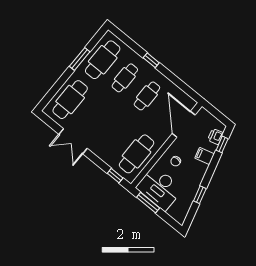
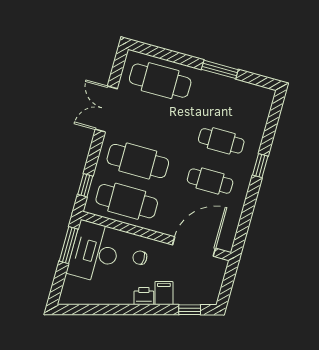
cafe table: (103, 60) -> (138, 161), moved
printer: (215, 137) -> (144, 296), moved
window: (200, 195) -> (109, 310), removed

